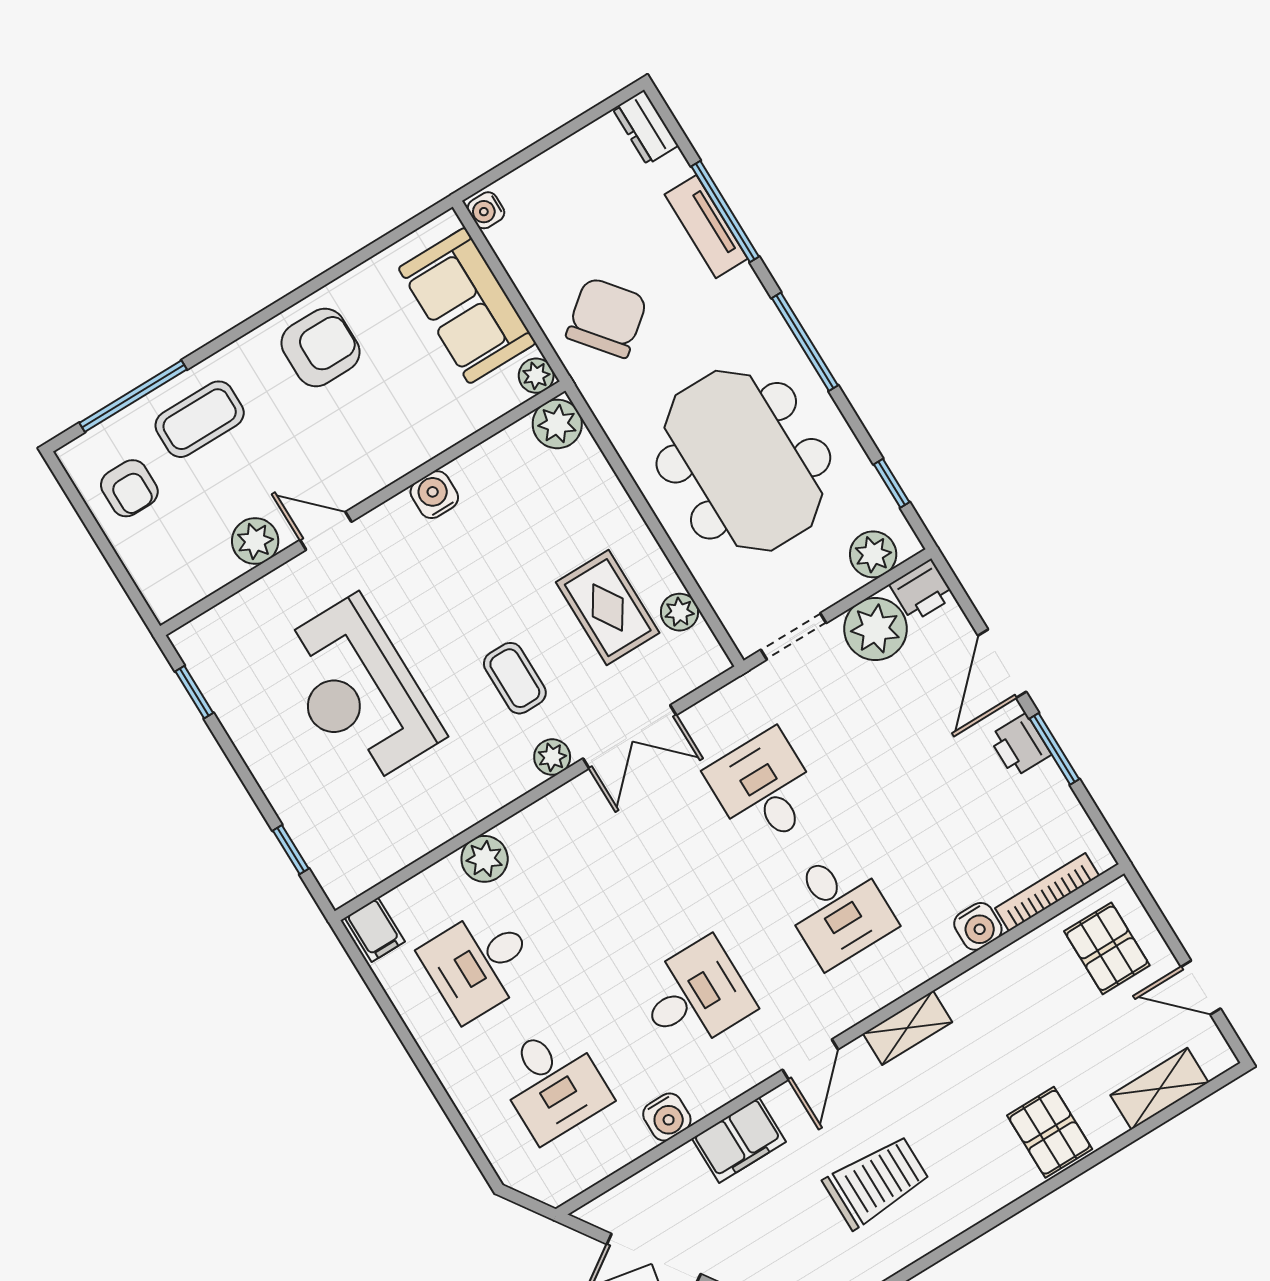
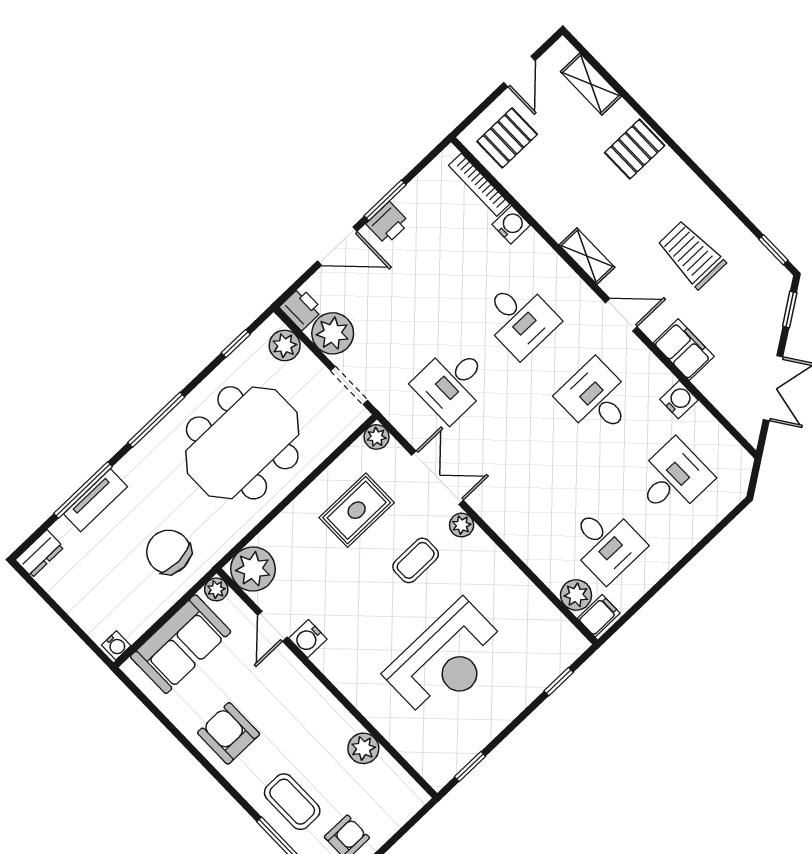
chair: (607, 318) -> (169, 552), turned 37
plant: (557, 424) -> (253, 569), width x1.36, depth x1.36
door: (326, 531) -> (272, 626), moved
plant: (679, 612) -> (376, 437), moved
plant: (485, 859) -> (576, 595), moved
desk: (837, 908) -> (519, 318), turned 90

